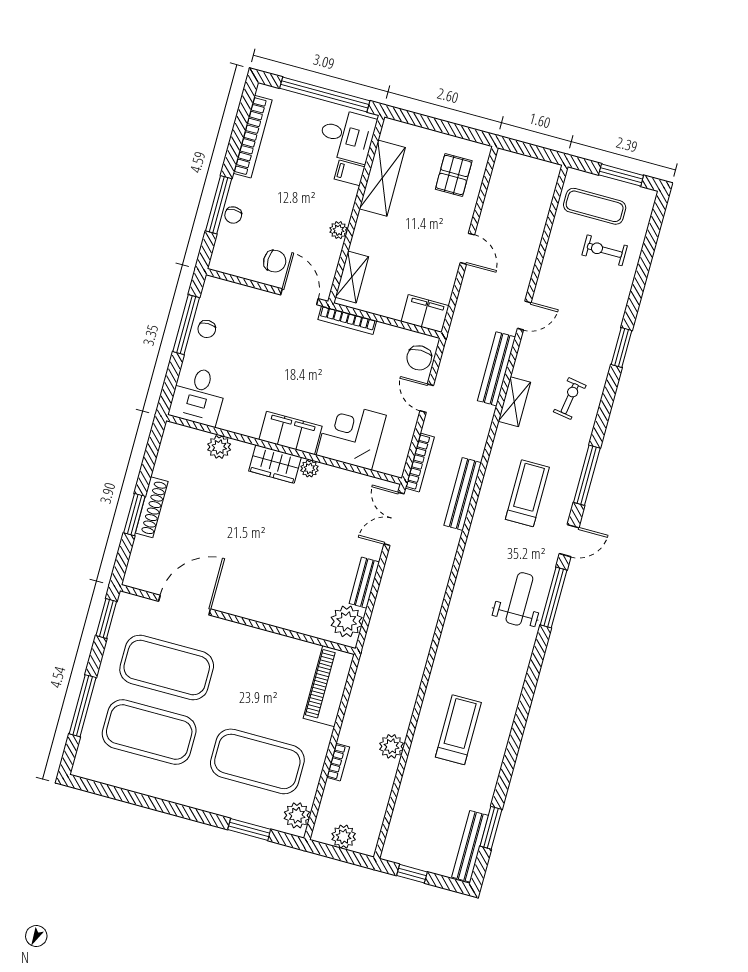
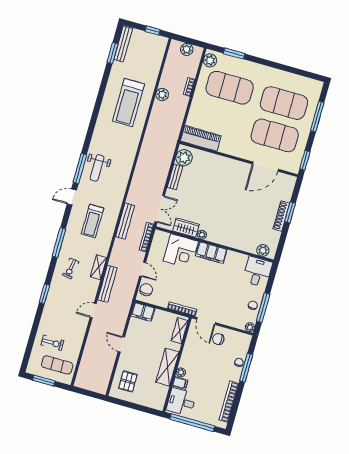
shelving: (382, 178) -> (167, 367), moved
plant: (339, 230) -> (181, 372), moved
plant: (212, 285) -> (250, 327), added
plant: (219, 447) -> (263, 250), moved
wardrobe: (275, 464) -> (186, 228), moved
window: (587, 475) -> (59, 243), moved
piano: (329, 686) -> (201, 138), moved, turned -90
treadmill: (458, 730) -> (128, 103), width x1.37, depth x1.38

